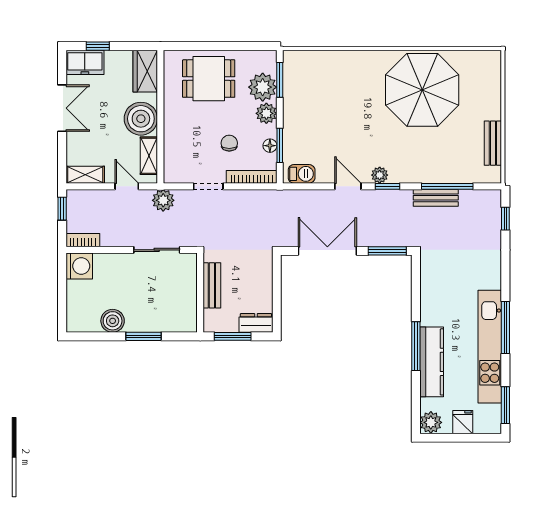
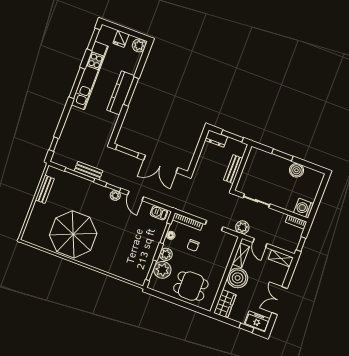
kitchen counter: (432, 362) -> (121, 93), moved

